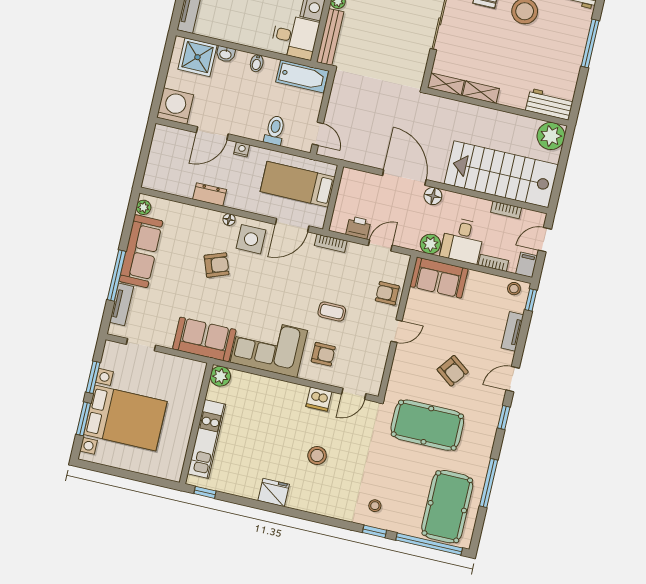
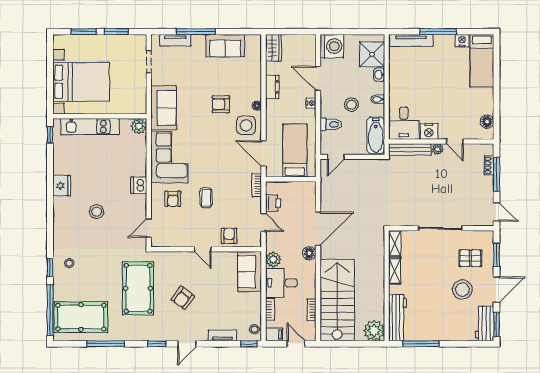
window: (590, 43) -> (421, 344), moved
stool: (256, 98) -> (351, 105), added
workbench: (550, 104) -> (397, 318), width x1.38
wardrobe: (160, 181) -> (273, 48), added
plant: (143, 207) -> (251, 40), removed
sofa: (141, 251) -> (225, 46), width x0.73
armchair: (217, 265) -> (221, 104), turned 110
door: (513, 379) -> (187, 344), swing flipped
door: (354, 394) -> (149, 228), hinge flipped
dishwasher: (319, 399) -> (139, 185), moved
bed with nightstands: (125, 418) -> (81, 82), moved, turned -90

